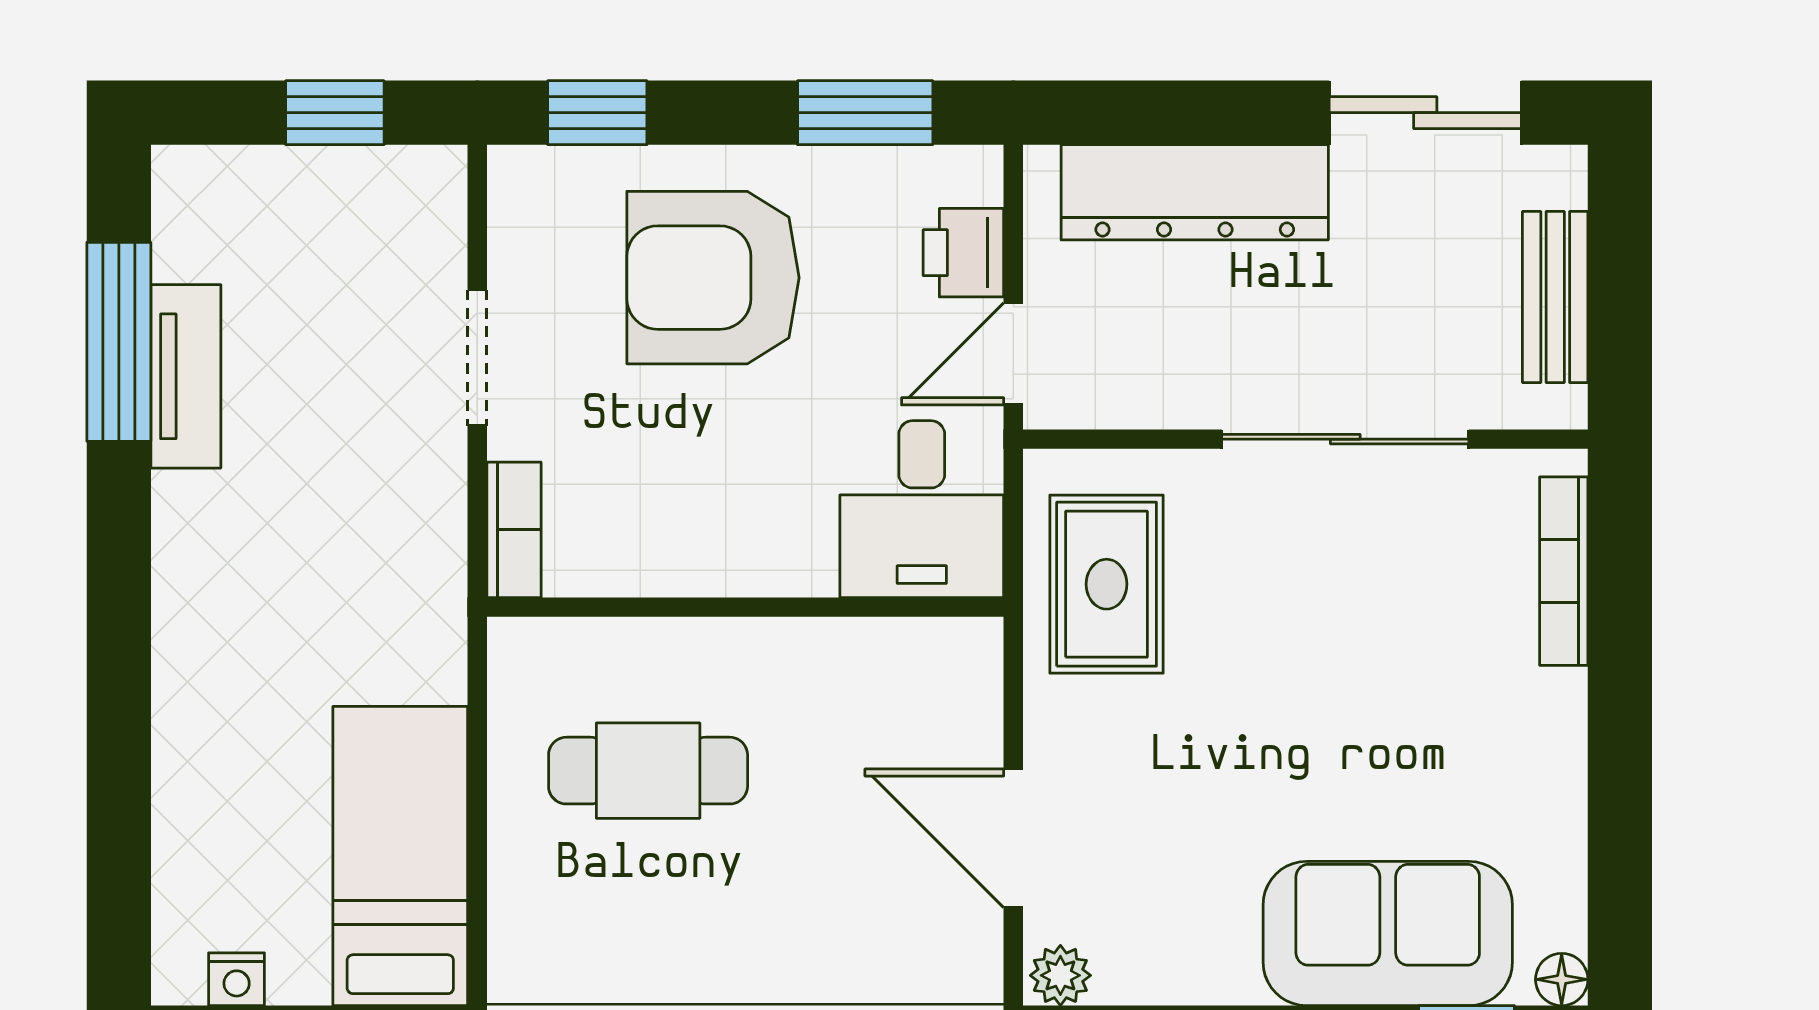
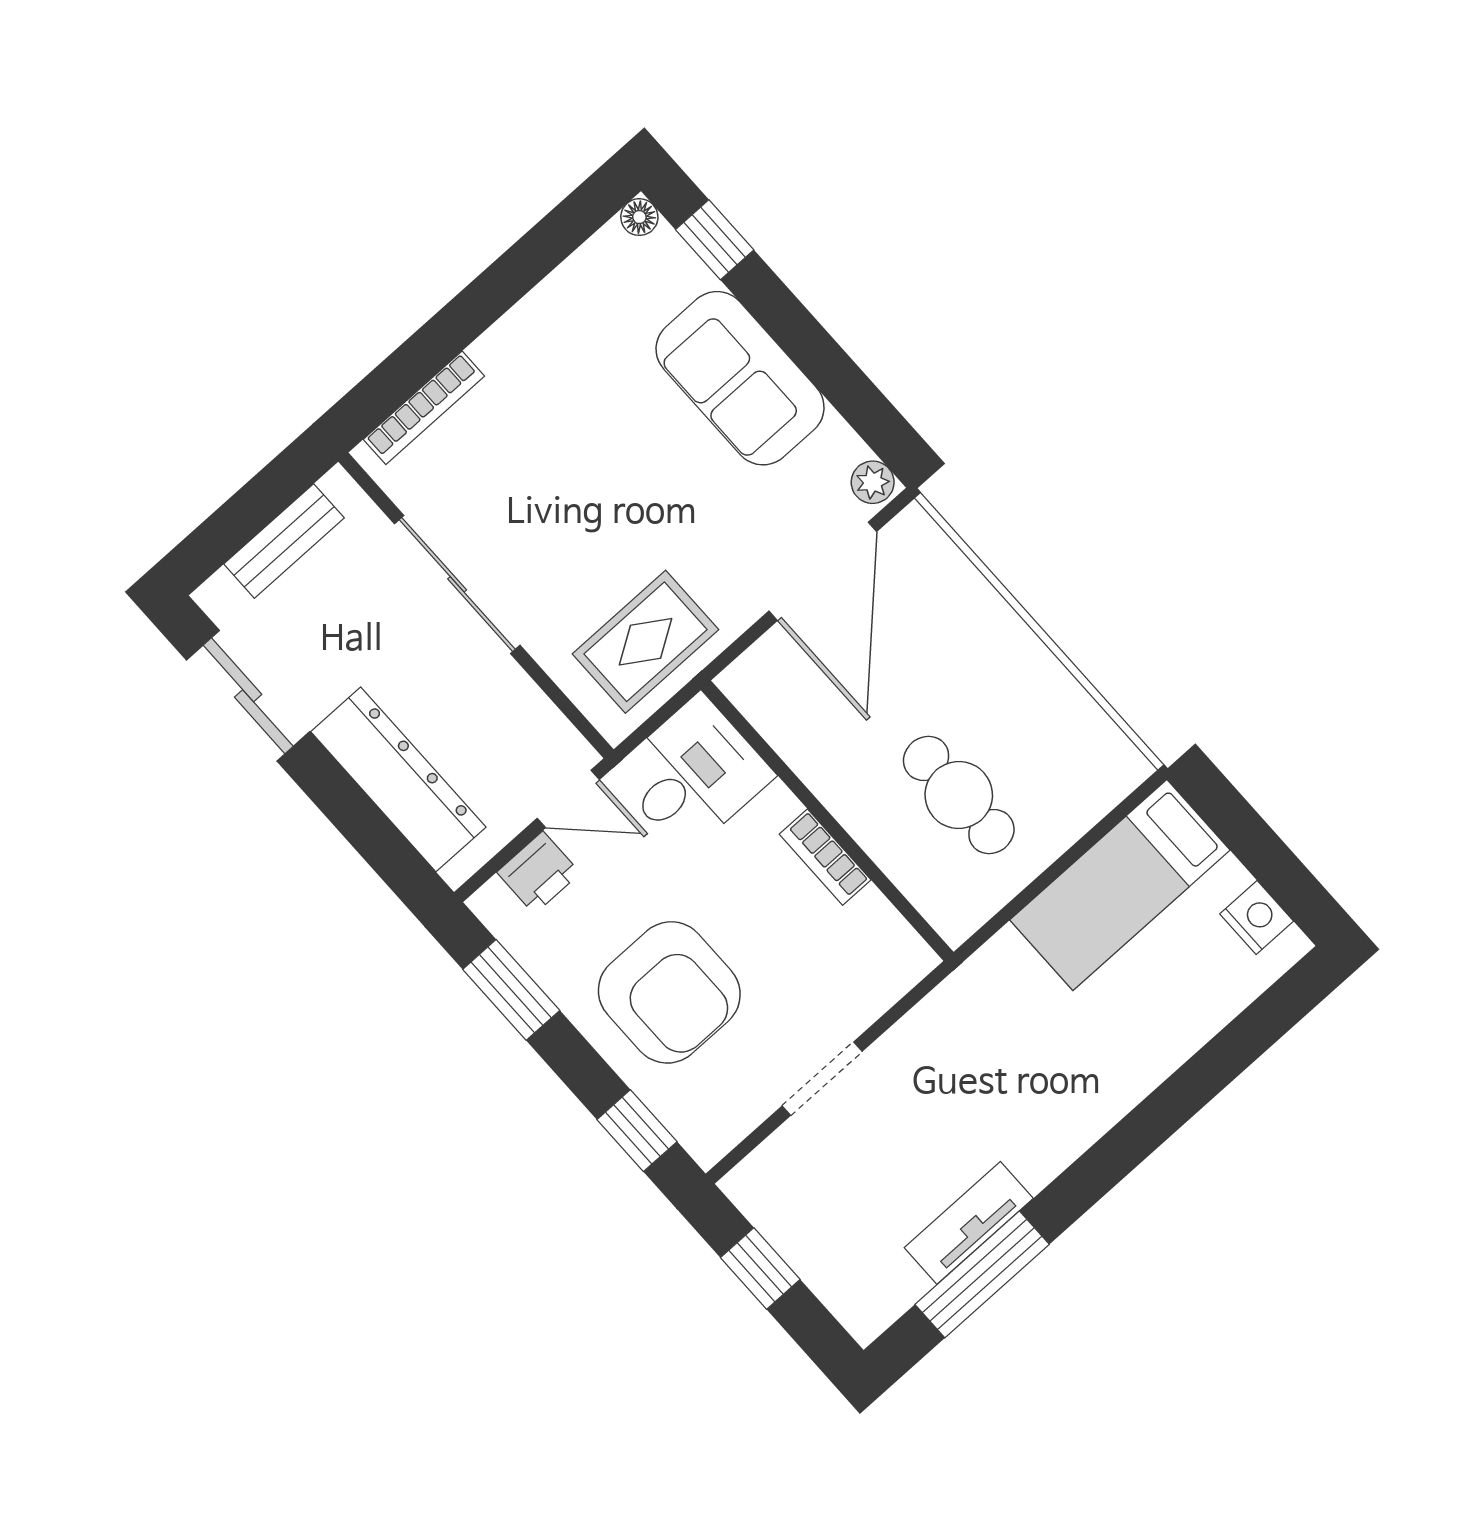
bookcase: (514, 530) -> (825, 857), moved, turned -90
door: (1013, 838) -> (823, 571), width x1.36
sofa: (1388, 934) -> (740, 378), moved
nightstand: (237, 979) -> (1257, 918), width x1.39, depth x1.35

